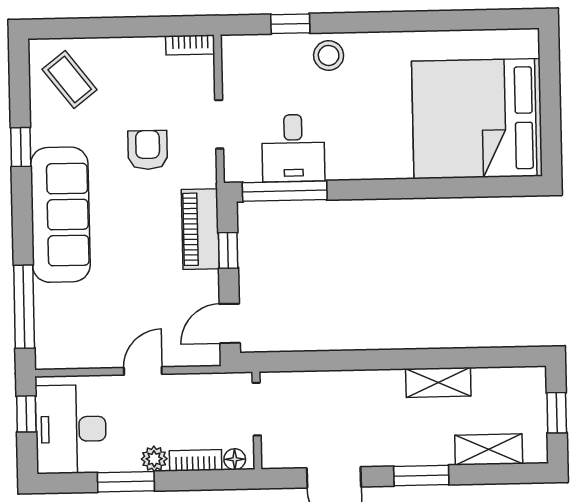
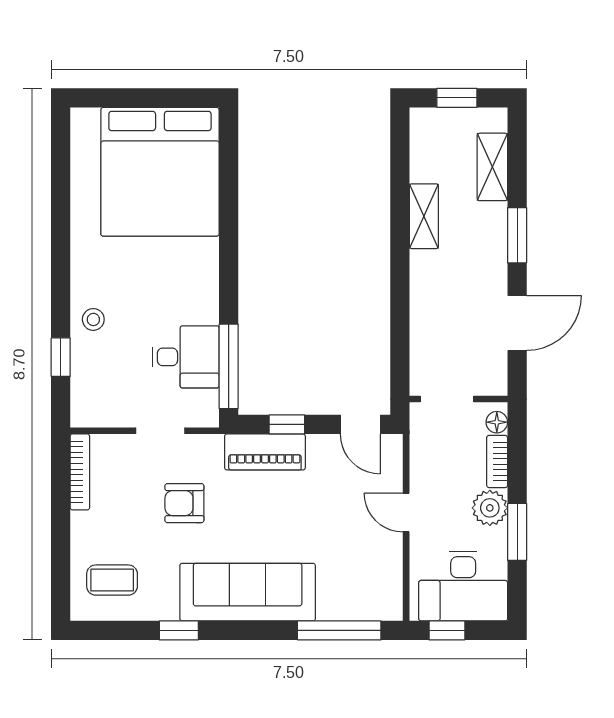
bookcase: (190, 45) -> (80, 472), width x1.56
stool: (329, 55) -> (93, 319), width x0.73, depth x0.73
coffee table: (70, 80) -> (112, 580), turned 38
plant: (154, 459) -> (490, 508), width x1.38, depth x1.38

